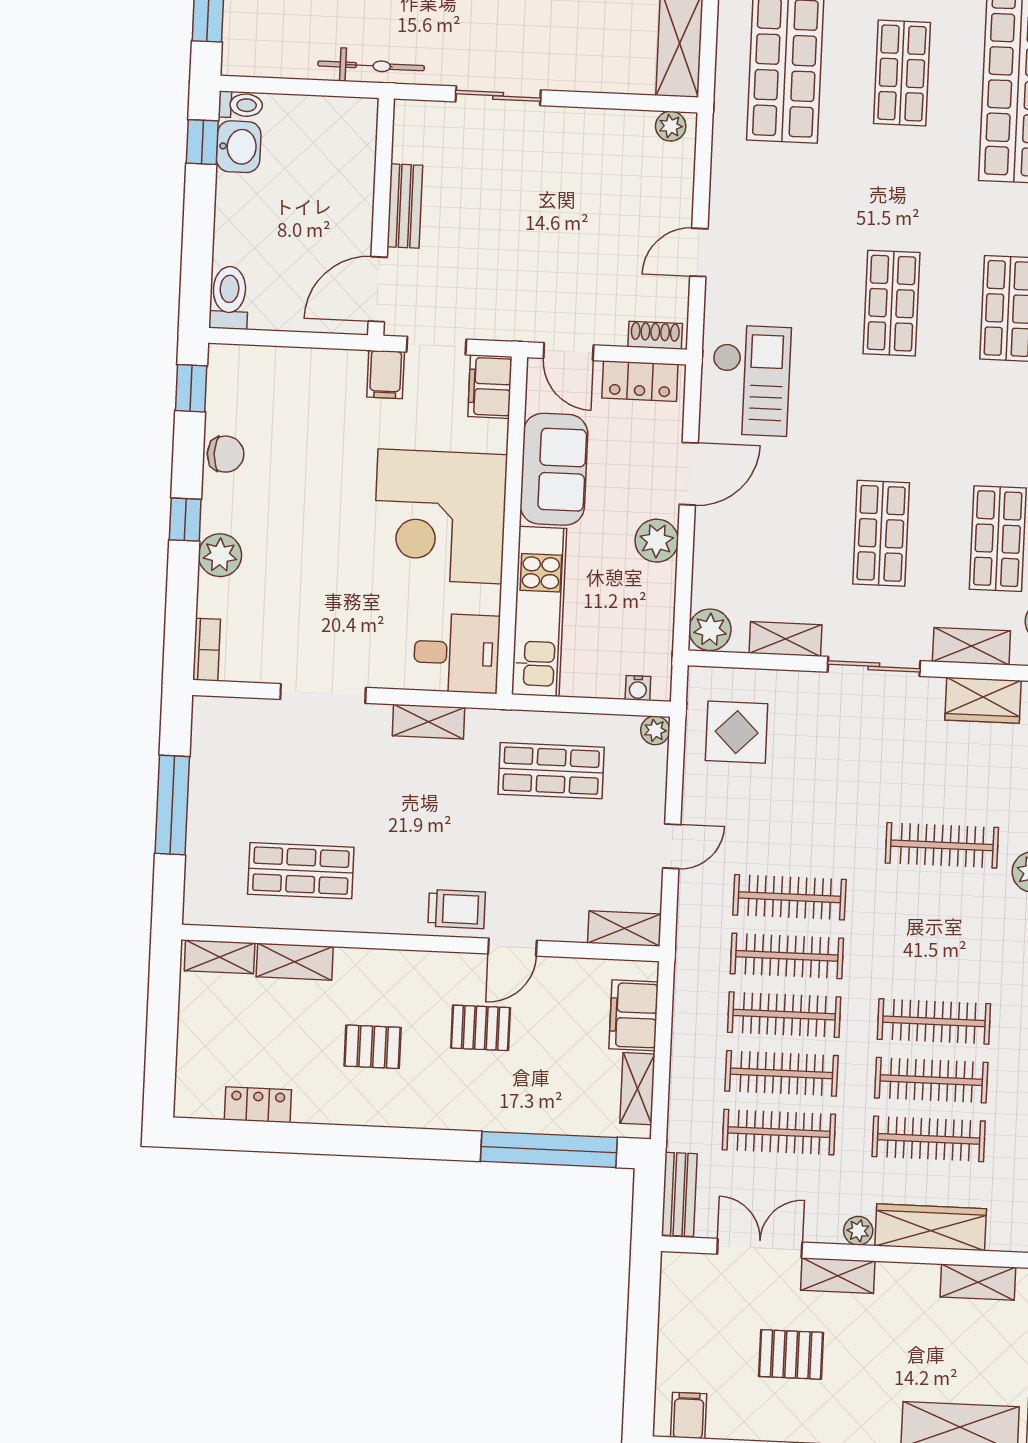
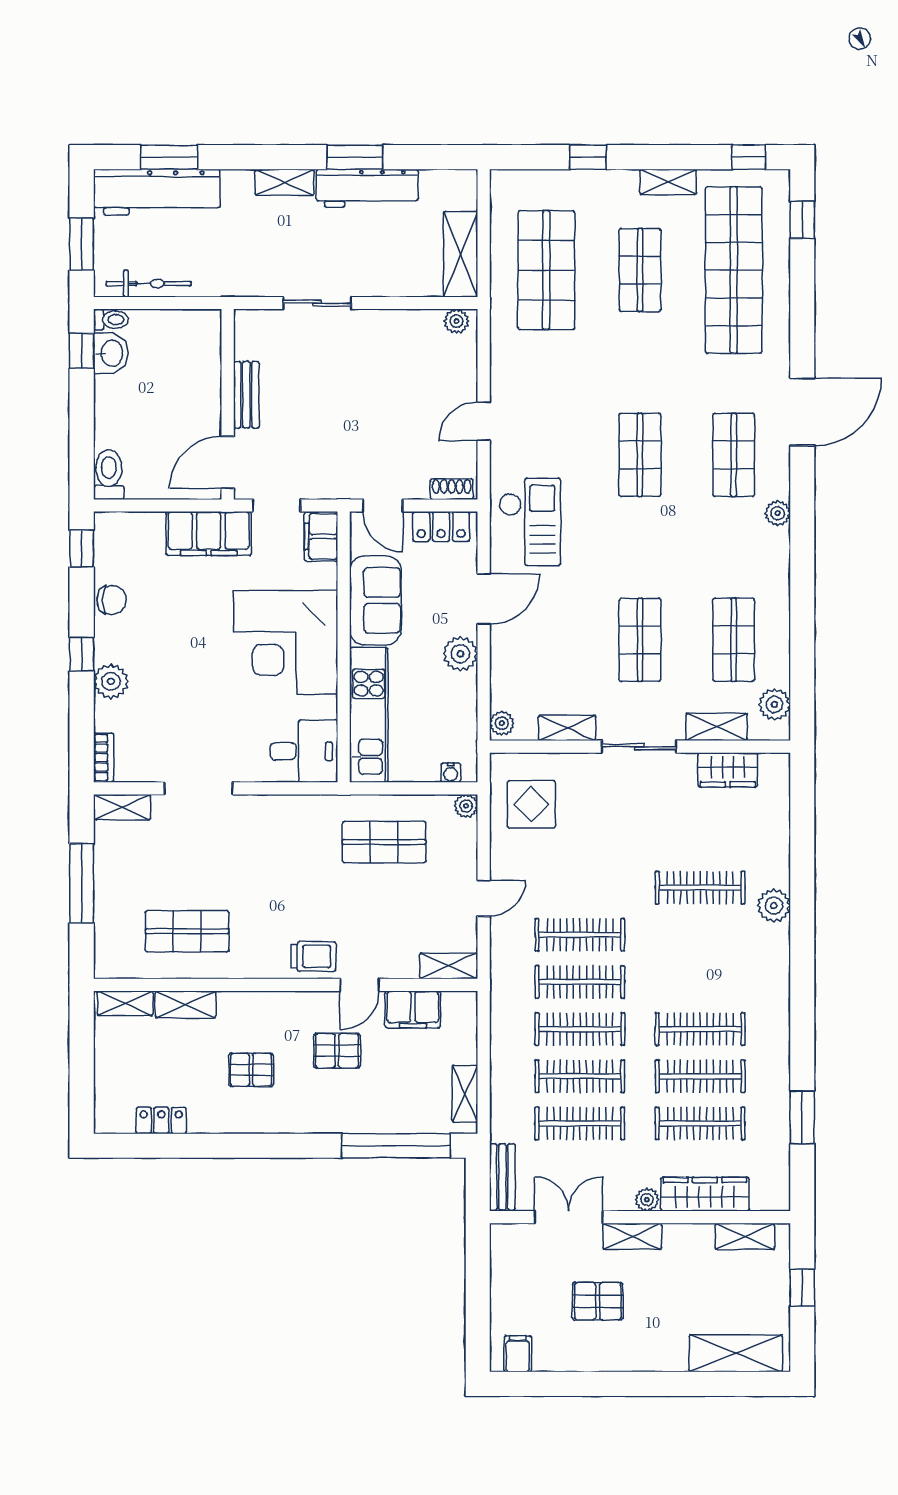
bicycle: (371, 66) -> (149, 284), moved
filing cabinet: (386, 374) -> (209, 534), width x3.00, depth x1.17
plant: (710, 630) -> (502, 723), width x0.73, depth x0.73
shelving: (428, 722) -> (122, 807), moved
filing cabinet: (634, 1015) -> (413, 1009), moved, turned -90

